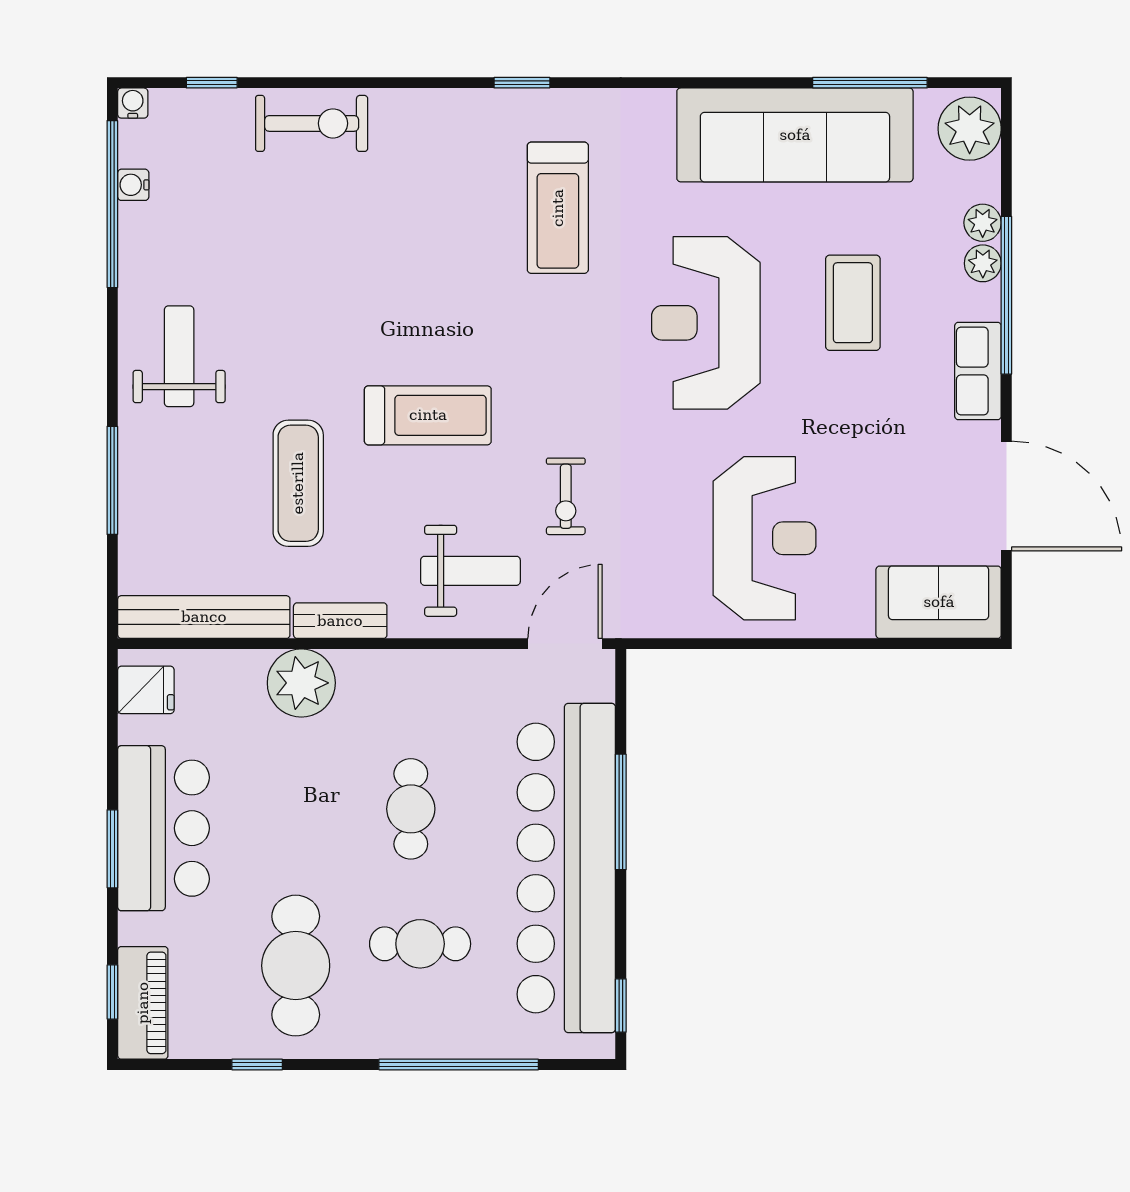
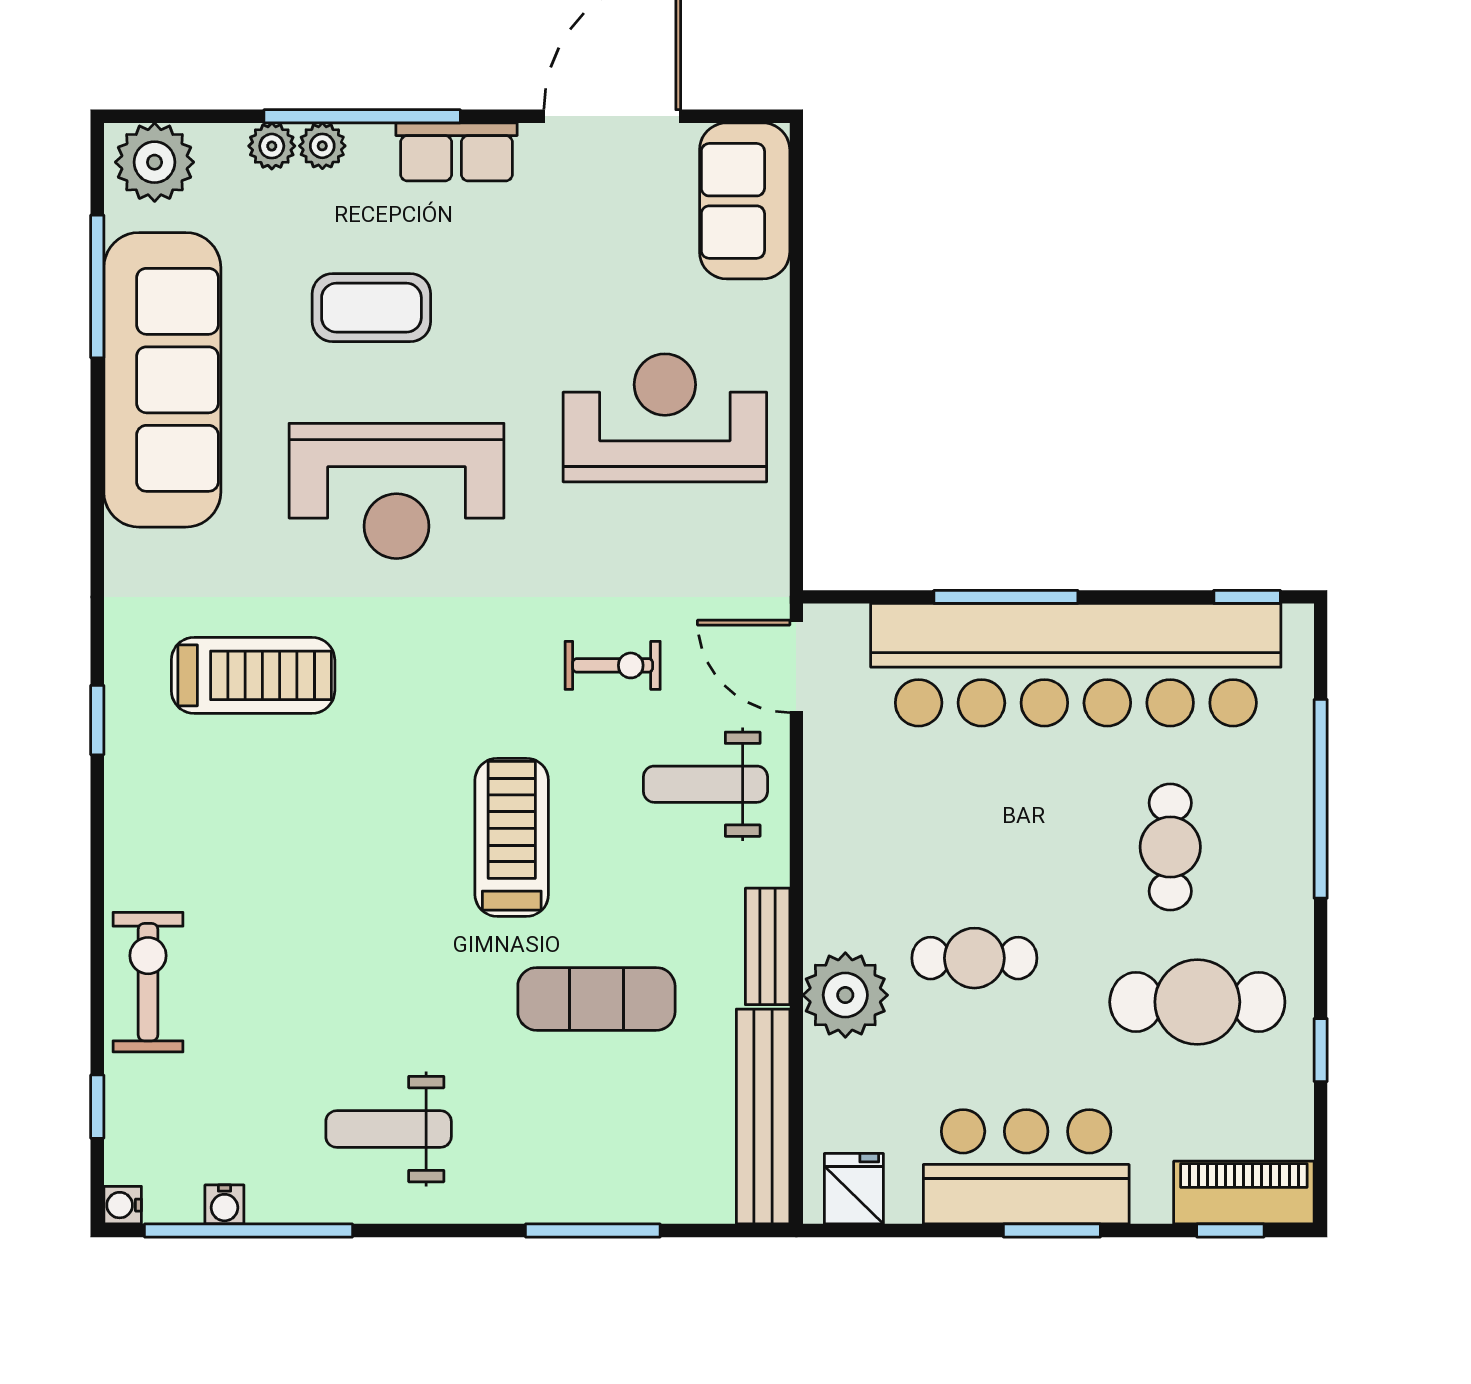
weight bench: (179, 356) -> (389, 1129), moved
weight bench: (470, 571) -> (705, 784), turned -90
cafe table: (411, 809) -> (974, 958), moved

